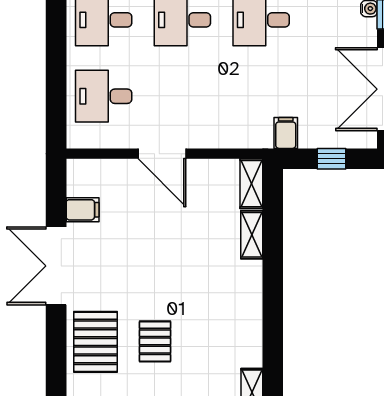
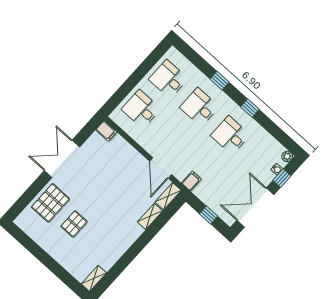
filing cabinet: (286, 133) -> (191, 181), moved
door: (162, 154) -> (161, 168), moved
filing cabinet: (83, 210) -> (106, 131), moved

